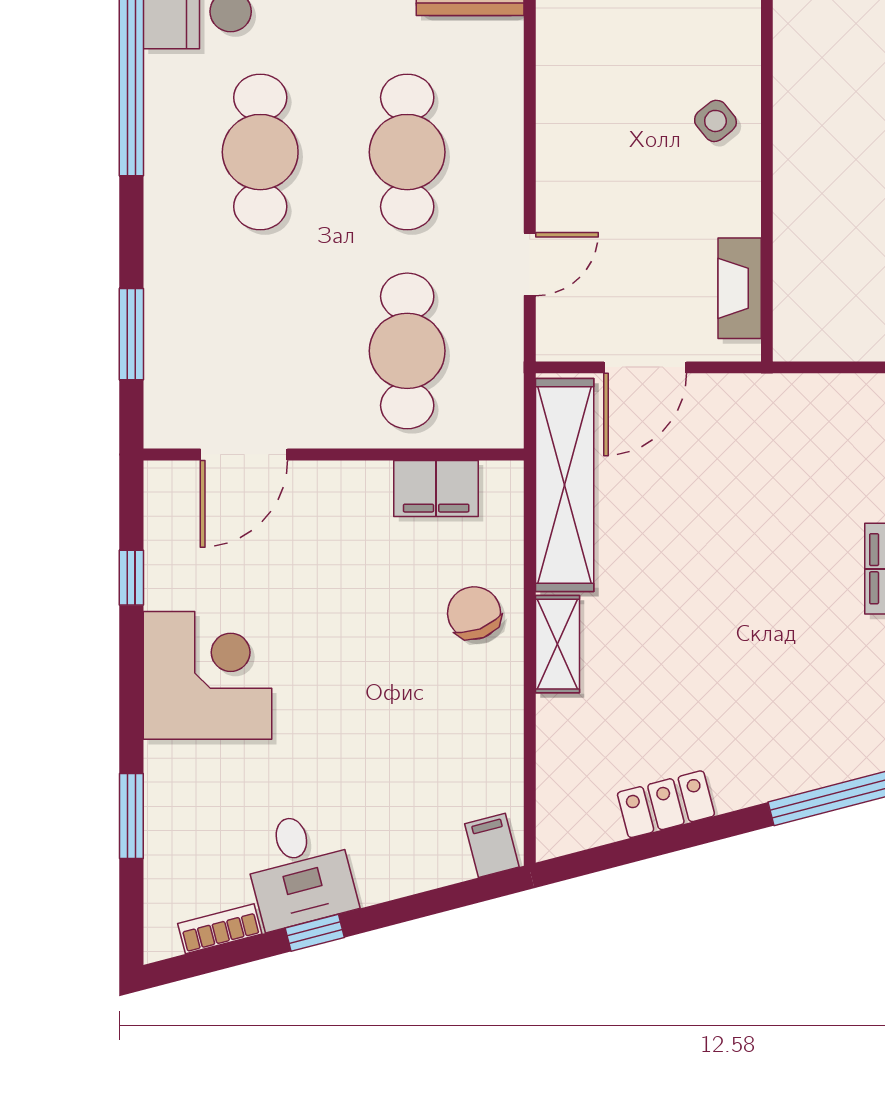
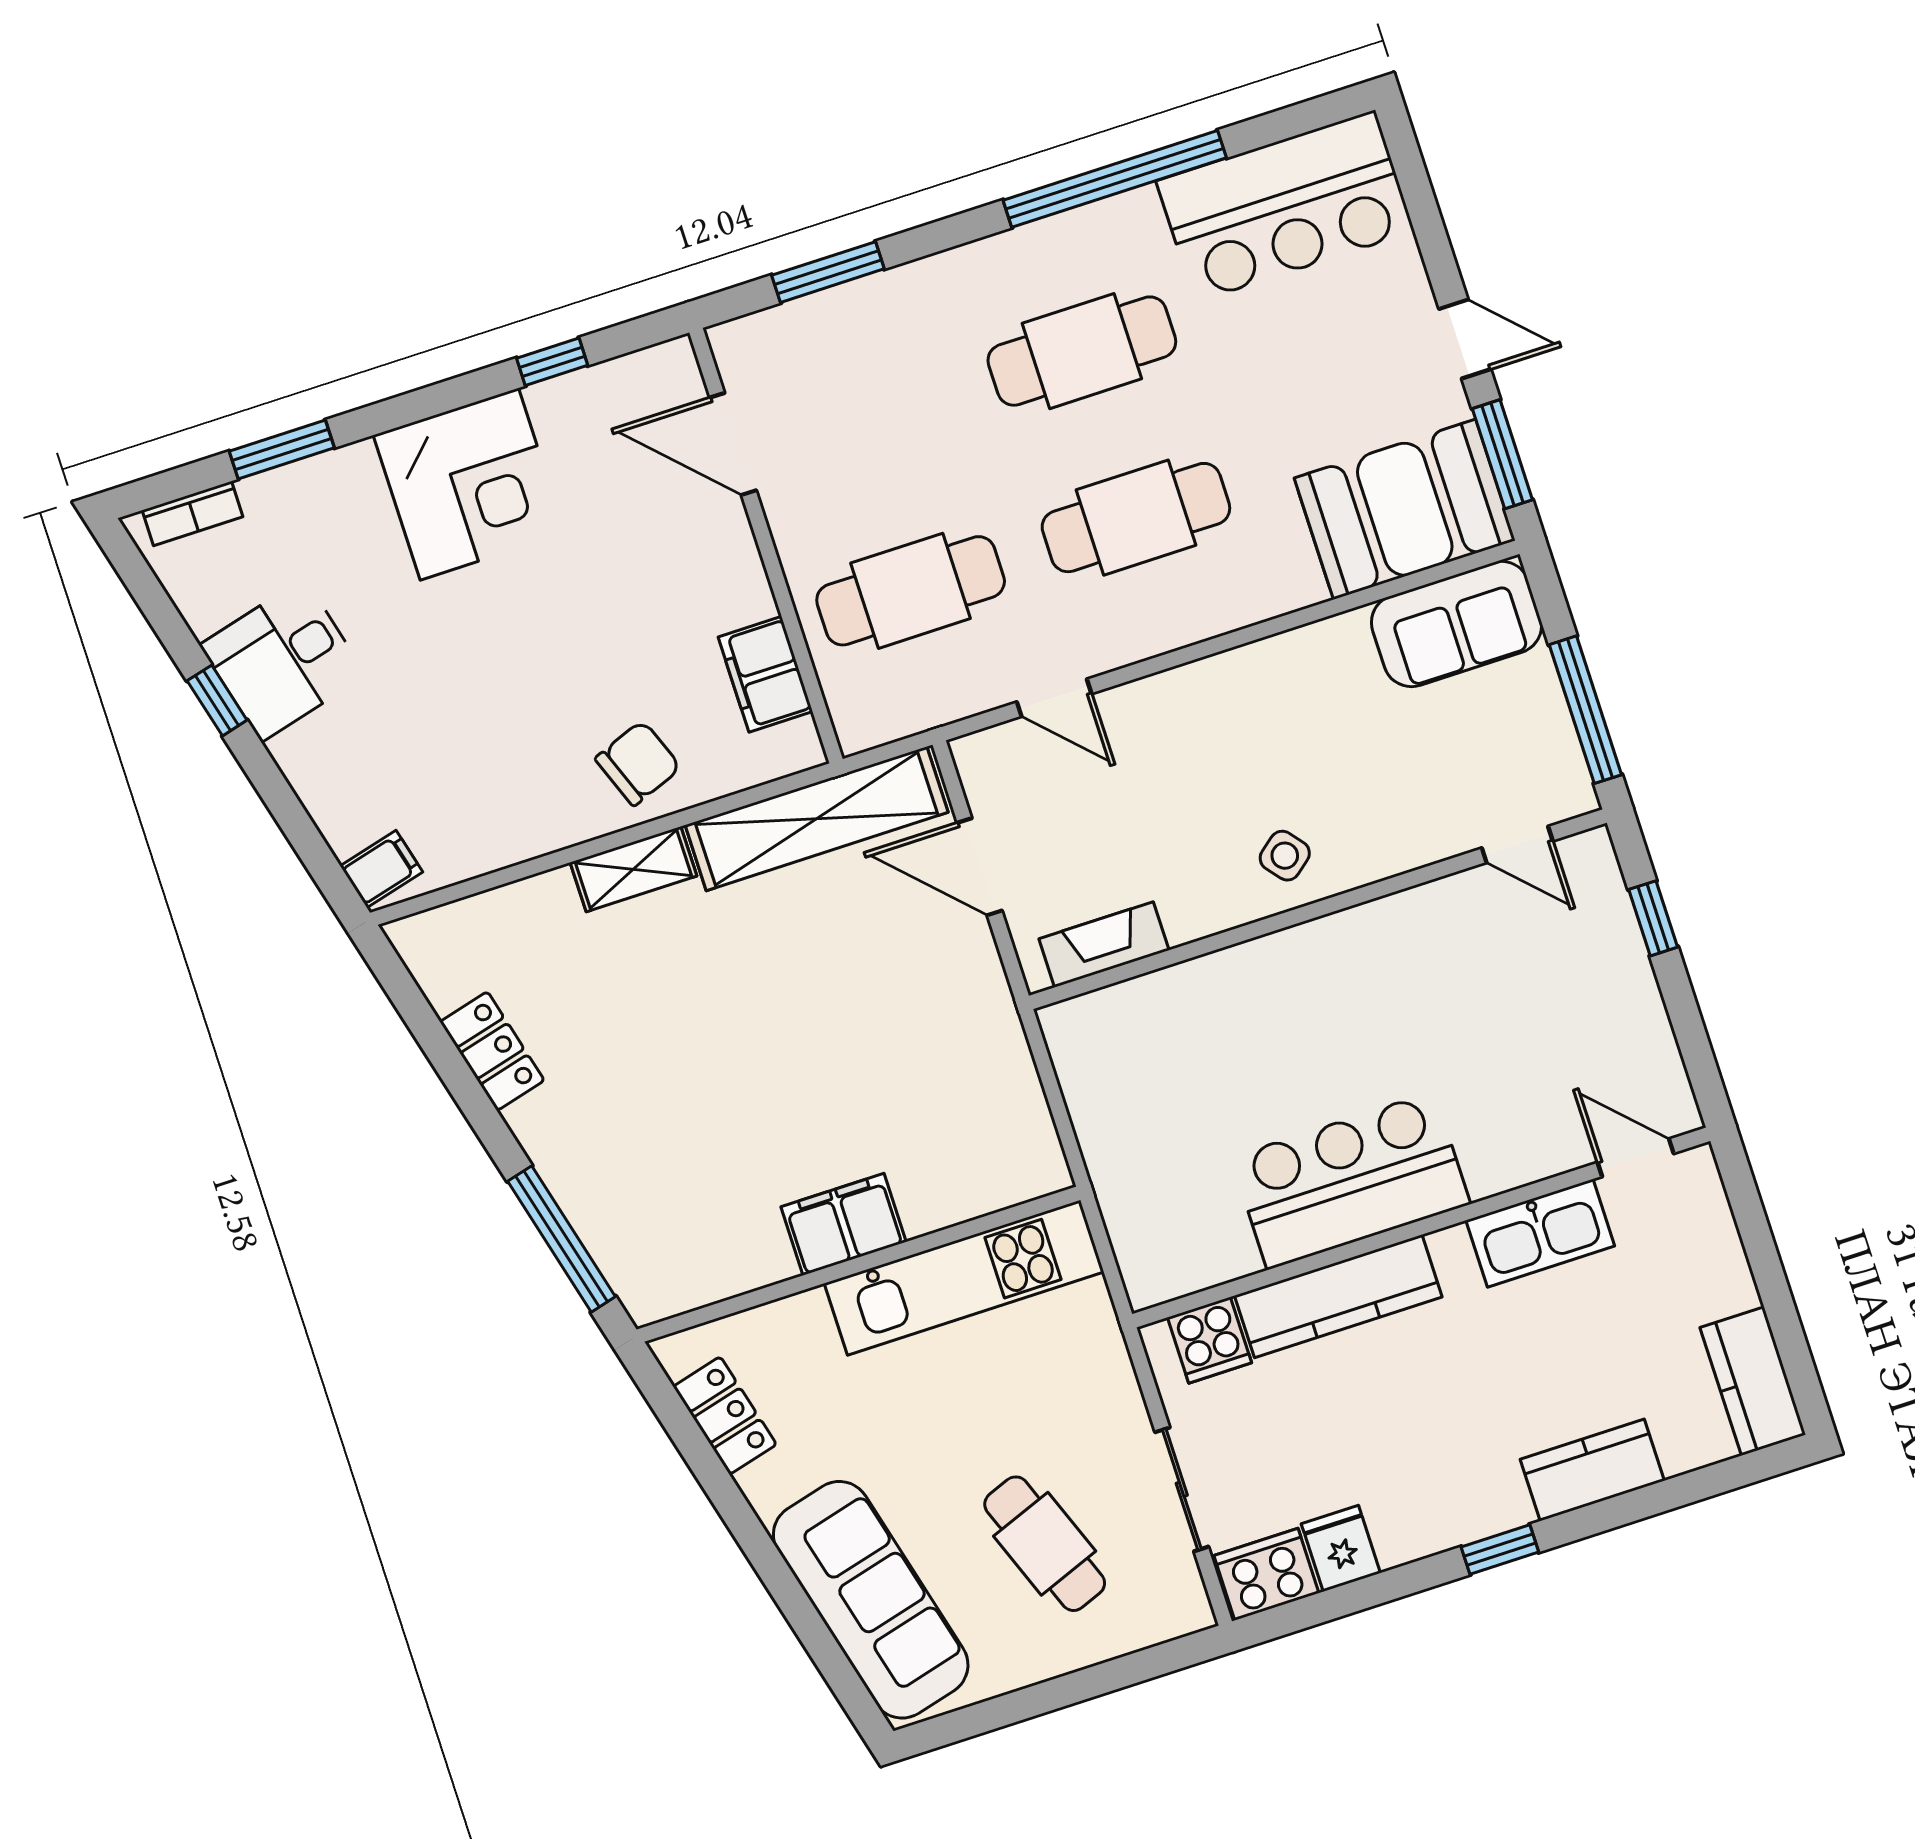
bookcase: (220, 929) -> (193, 513), moved, turned 105

